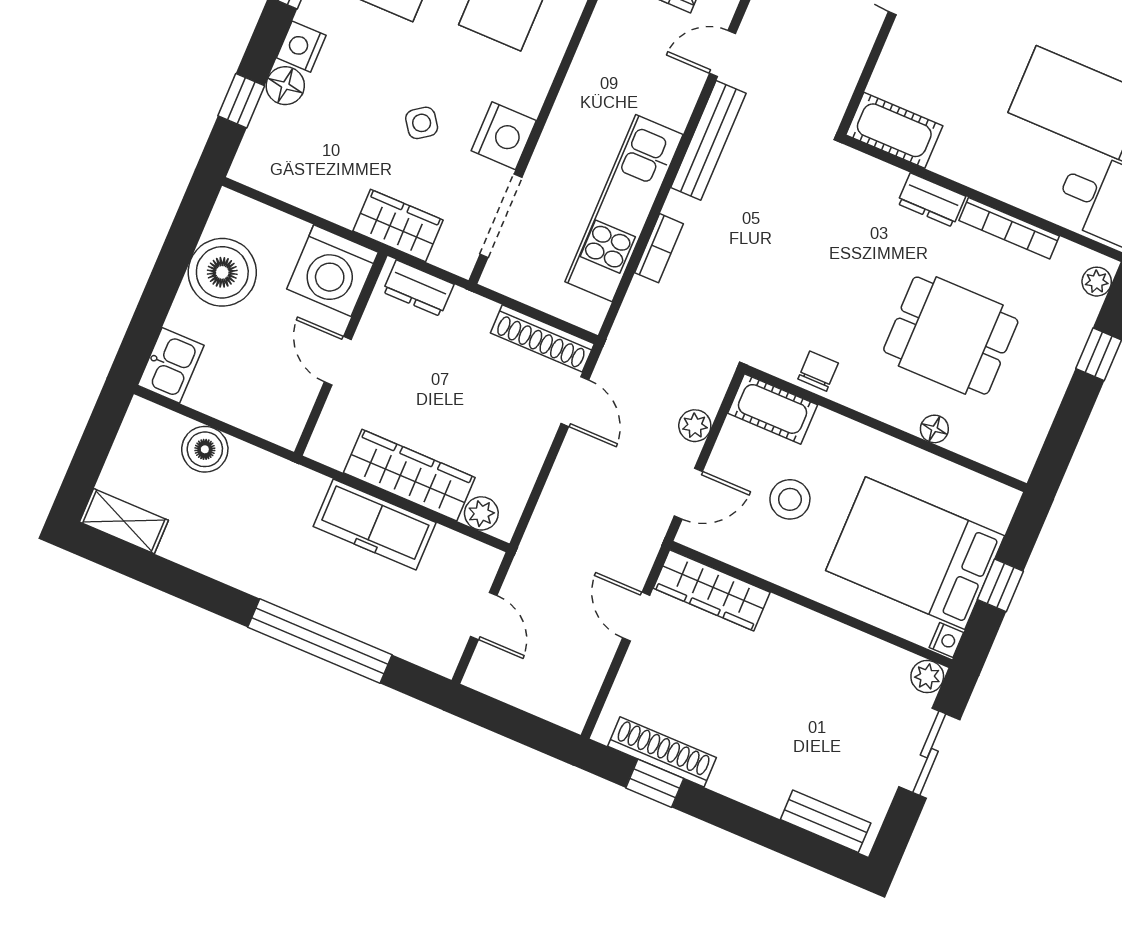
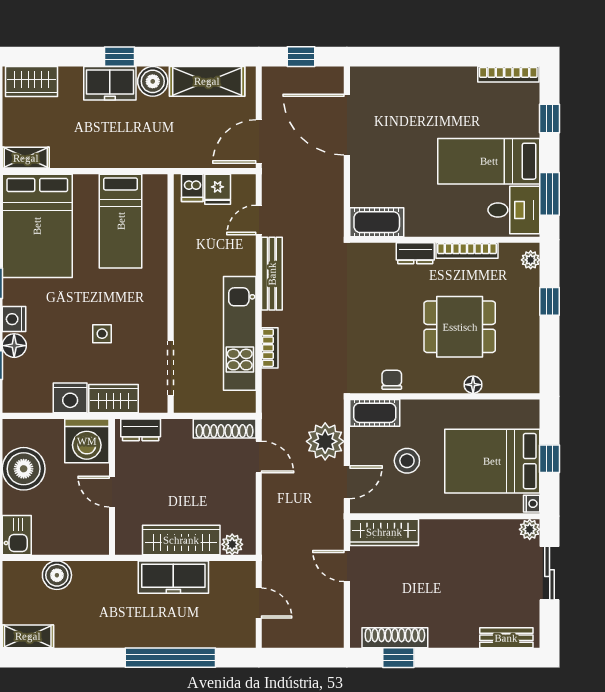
side table: (422, 123) -> (102, 334), turned 36
nightstand: (504, 136) -> (70, 398), moved, turned 90
plant: (695, 426) -> (325, 441), width x1.88, depth x1.88

